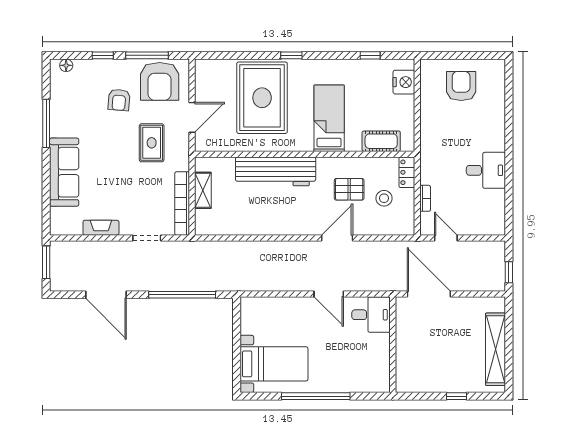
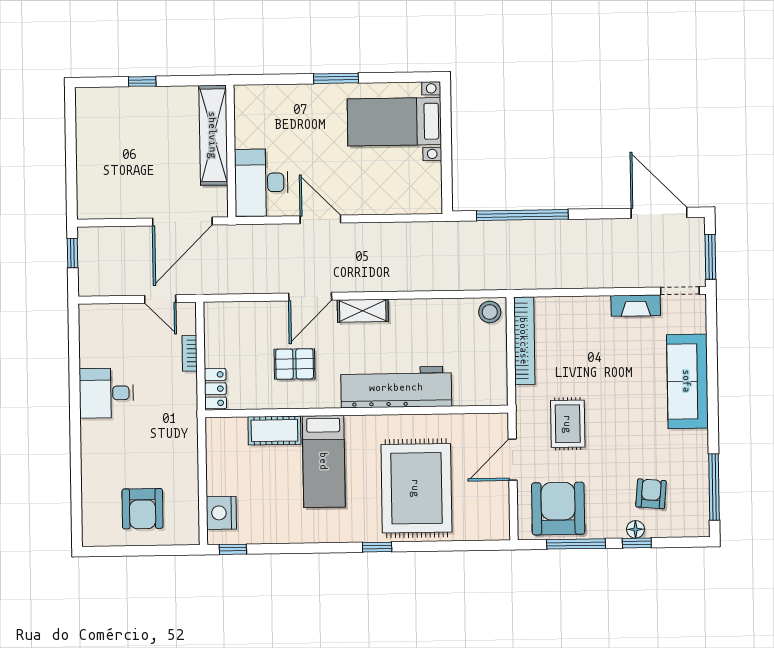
window: (370, 55) -> (233, 549), moved
floor lamp: (66, 65) -> (635, 529), moved
armchair: (119, 100) -> (651, 494), moved
window: (46, 123) -> (714, 487), moved
cot: (381, 141) -> (274, 431), moved
shelving: (203, 190) -> (363, 311), moved, turned 90
stool: (384, 198) -> (490, 312), moved
doorway: (147, 238) -> (680, 291), moved
door: (429, 294) -> (182, 222), hinge flipped
door: (106, 295) -> (659, 213), moved
desk: (371, 315) -> (261, 183), width x1.37
shelving: (496, 349) -> (213, 135), moved
window: (316, 396) -> (336, 78), width x0.47

